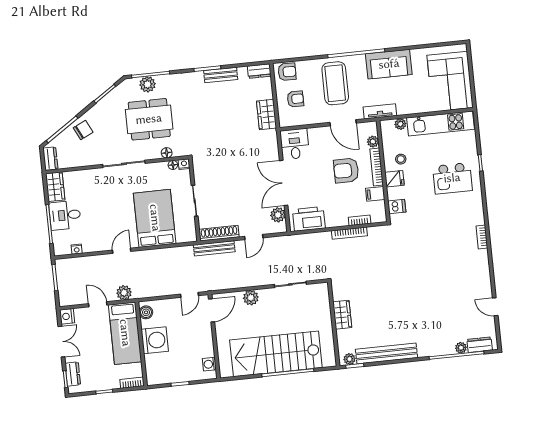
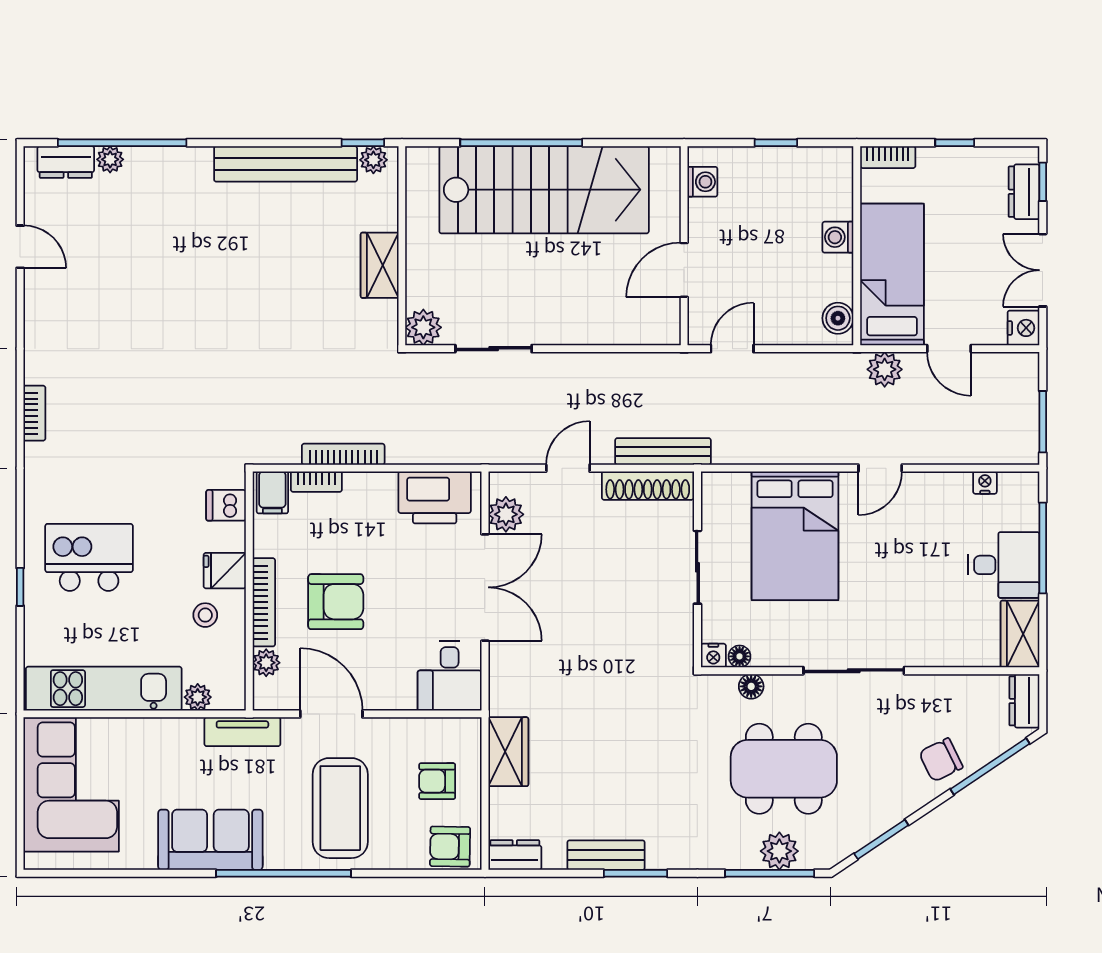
filing cabinet: (375, 194) -> (272, 492), moved, turned 90
plant: (251, 298) -> (423, 327), moved
door: (212, 310) -> (684, 270), moved
washing machine: (155, 340) -> (838, 237), width x0.53, depth x0.53

